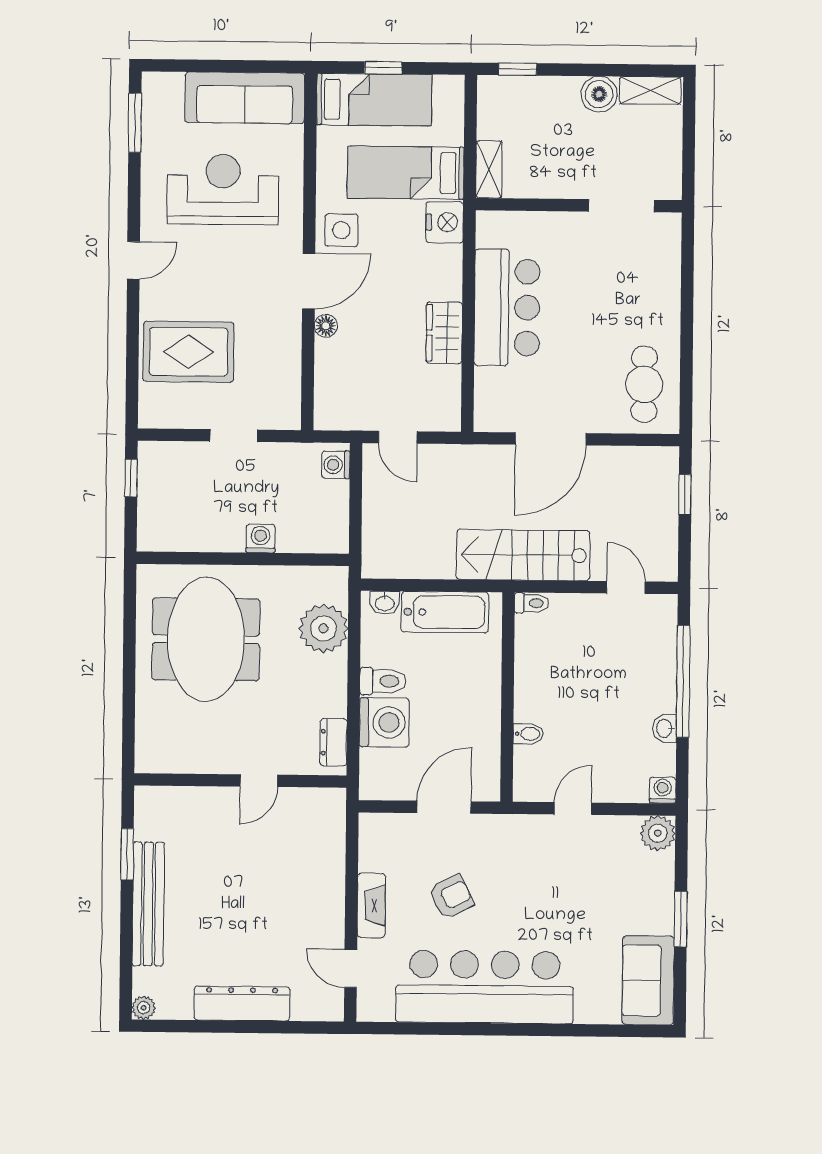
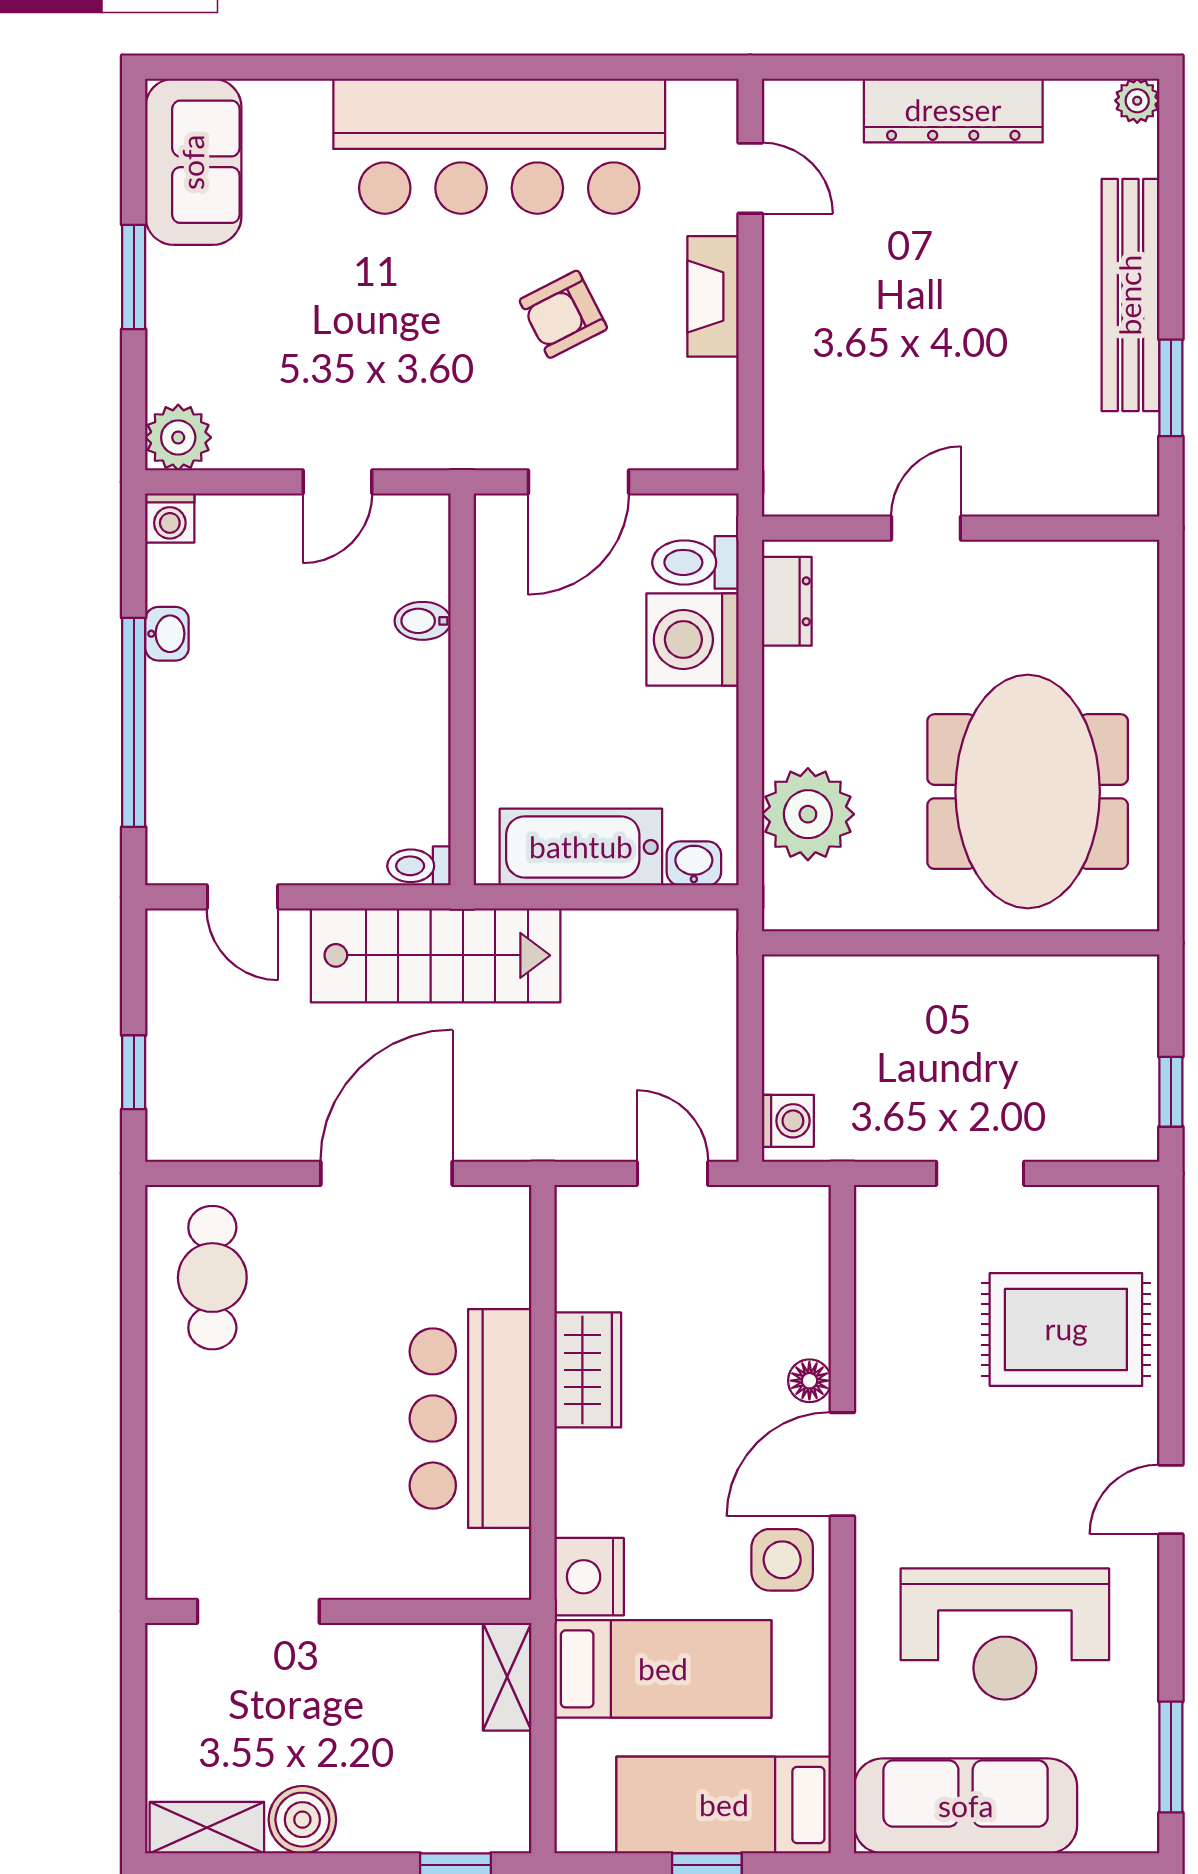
washing machine: (260, 538) -> (928, 981), removed
toilet: (383, 681) -> (695, 562), moved

